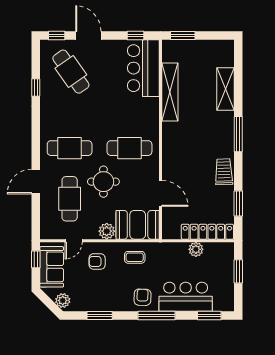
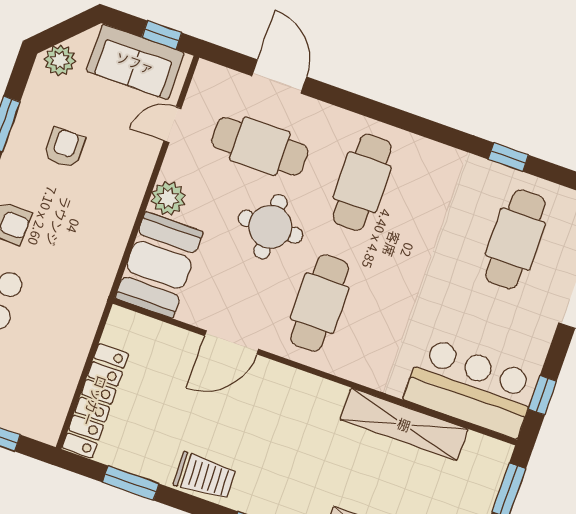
cafe table: (71, 72) -> (515, 239), turned -55
door: (36, 182) -> (279, 76), moved
door: (161, 193) -> (232, 342), moved
door: (74, 241) -> (173, 125), hinge flipped
plant: (196, 249) -> (68, 365), removed
coffee table: (135, 257) -> (96, 236), removed
armchair: (97, 261) -> (64, 148), moved

